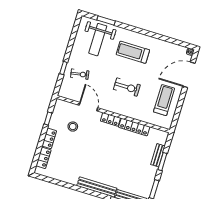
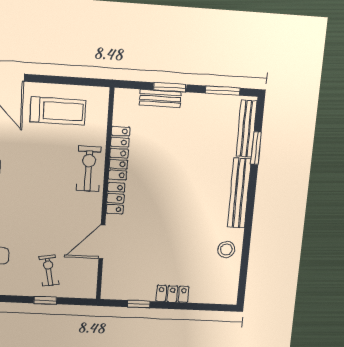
exercise bike: (127, 87) -> (89, 169), moved
treadmill: (164, 100) -> (58, 111), turned 180
stool: (73, 127) -> (226, 249), moved
locker: (44, 158) -> (208, 295), removed

